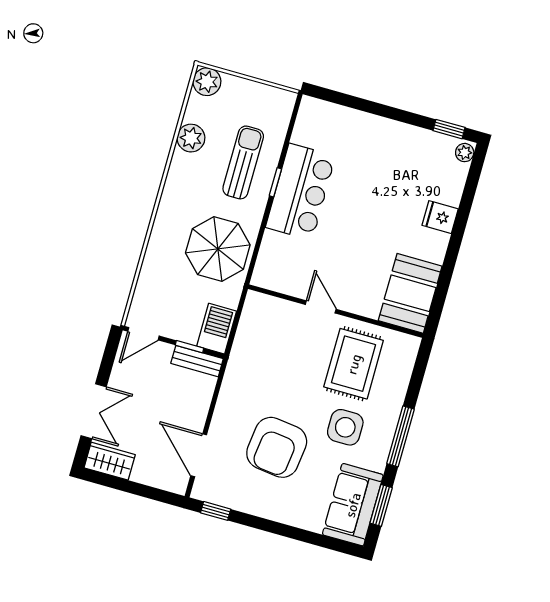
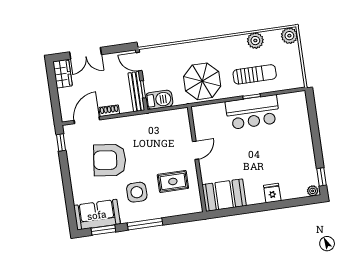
bench: (197, 361) -> (136, 92), width x1.36
rug: (354, 364) -> (173, 181), width x0.73, depth x0.70
shoe rack: (199, 414) -> (109, 111), added

